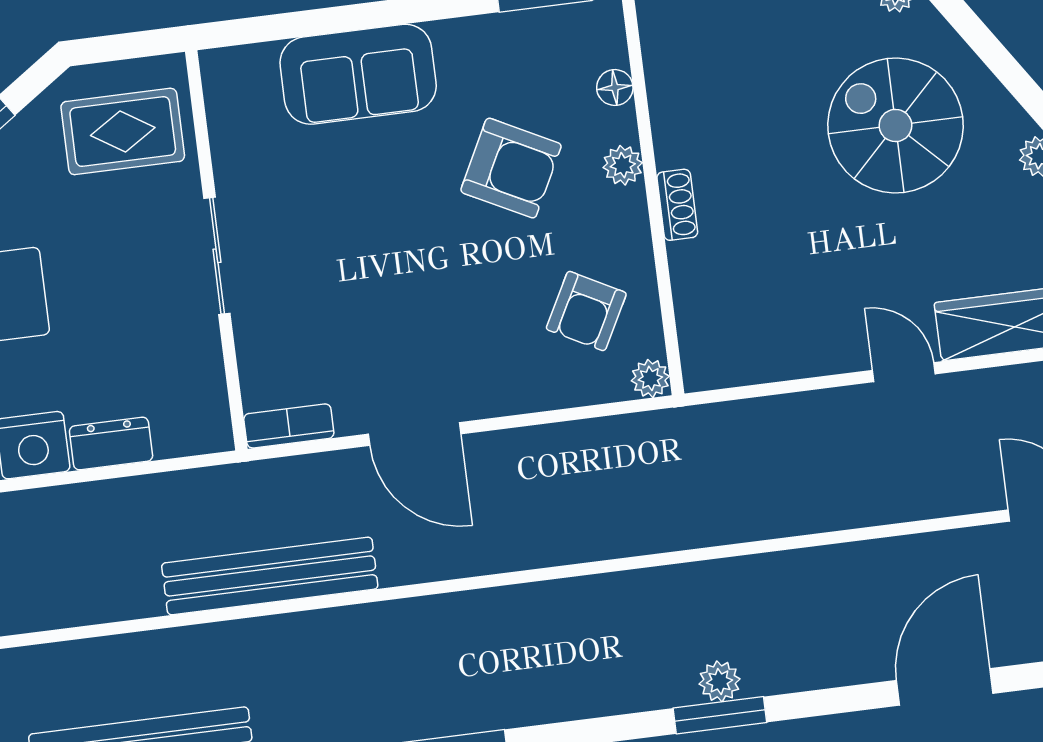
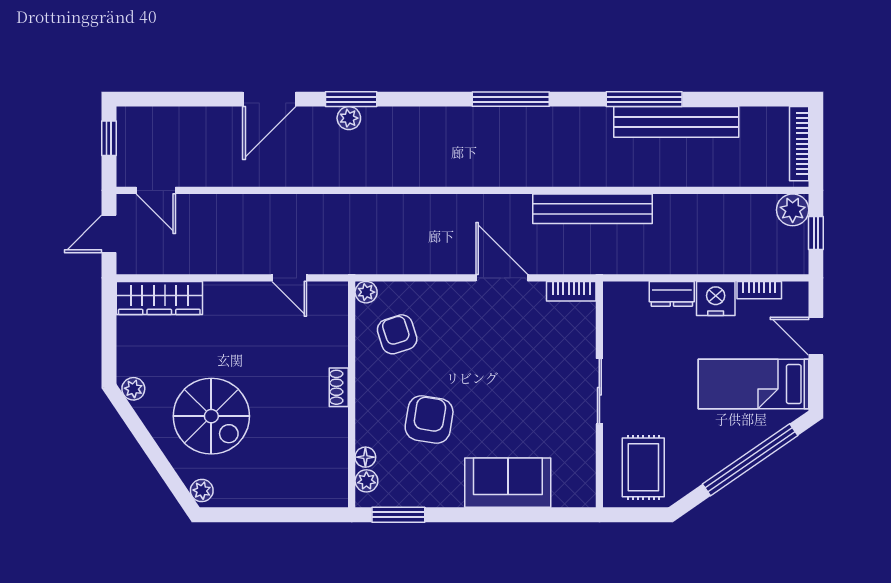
rug: (123, 131) -> (643, 467), turned 90
plant: (623, 165) -> (366, 481), moved
armchair: (511, 168) -> (429, 419), turned 72
armchair: (586, 311) -> (397, 334), turned -46
door: (904, 372) -> (289, 278), moved
door: (945, 687) -> (269, 99), moved

